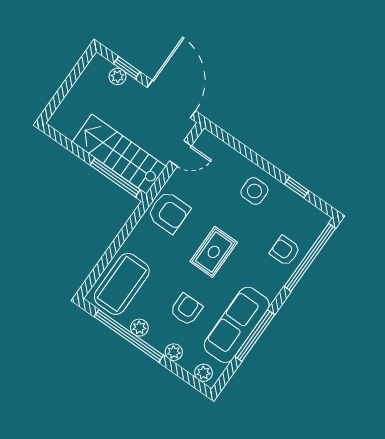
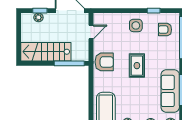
stairs: (119, 154) -> (46, 52), moved
armchair: (285, 251) -> (165, 30), moved
armchair: (186, 309) -> (143, 100), removed

